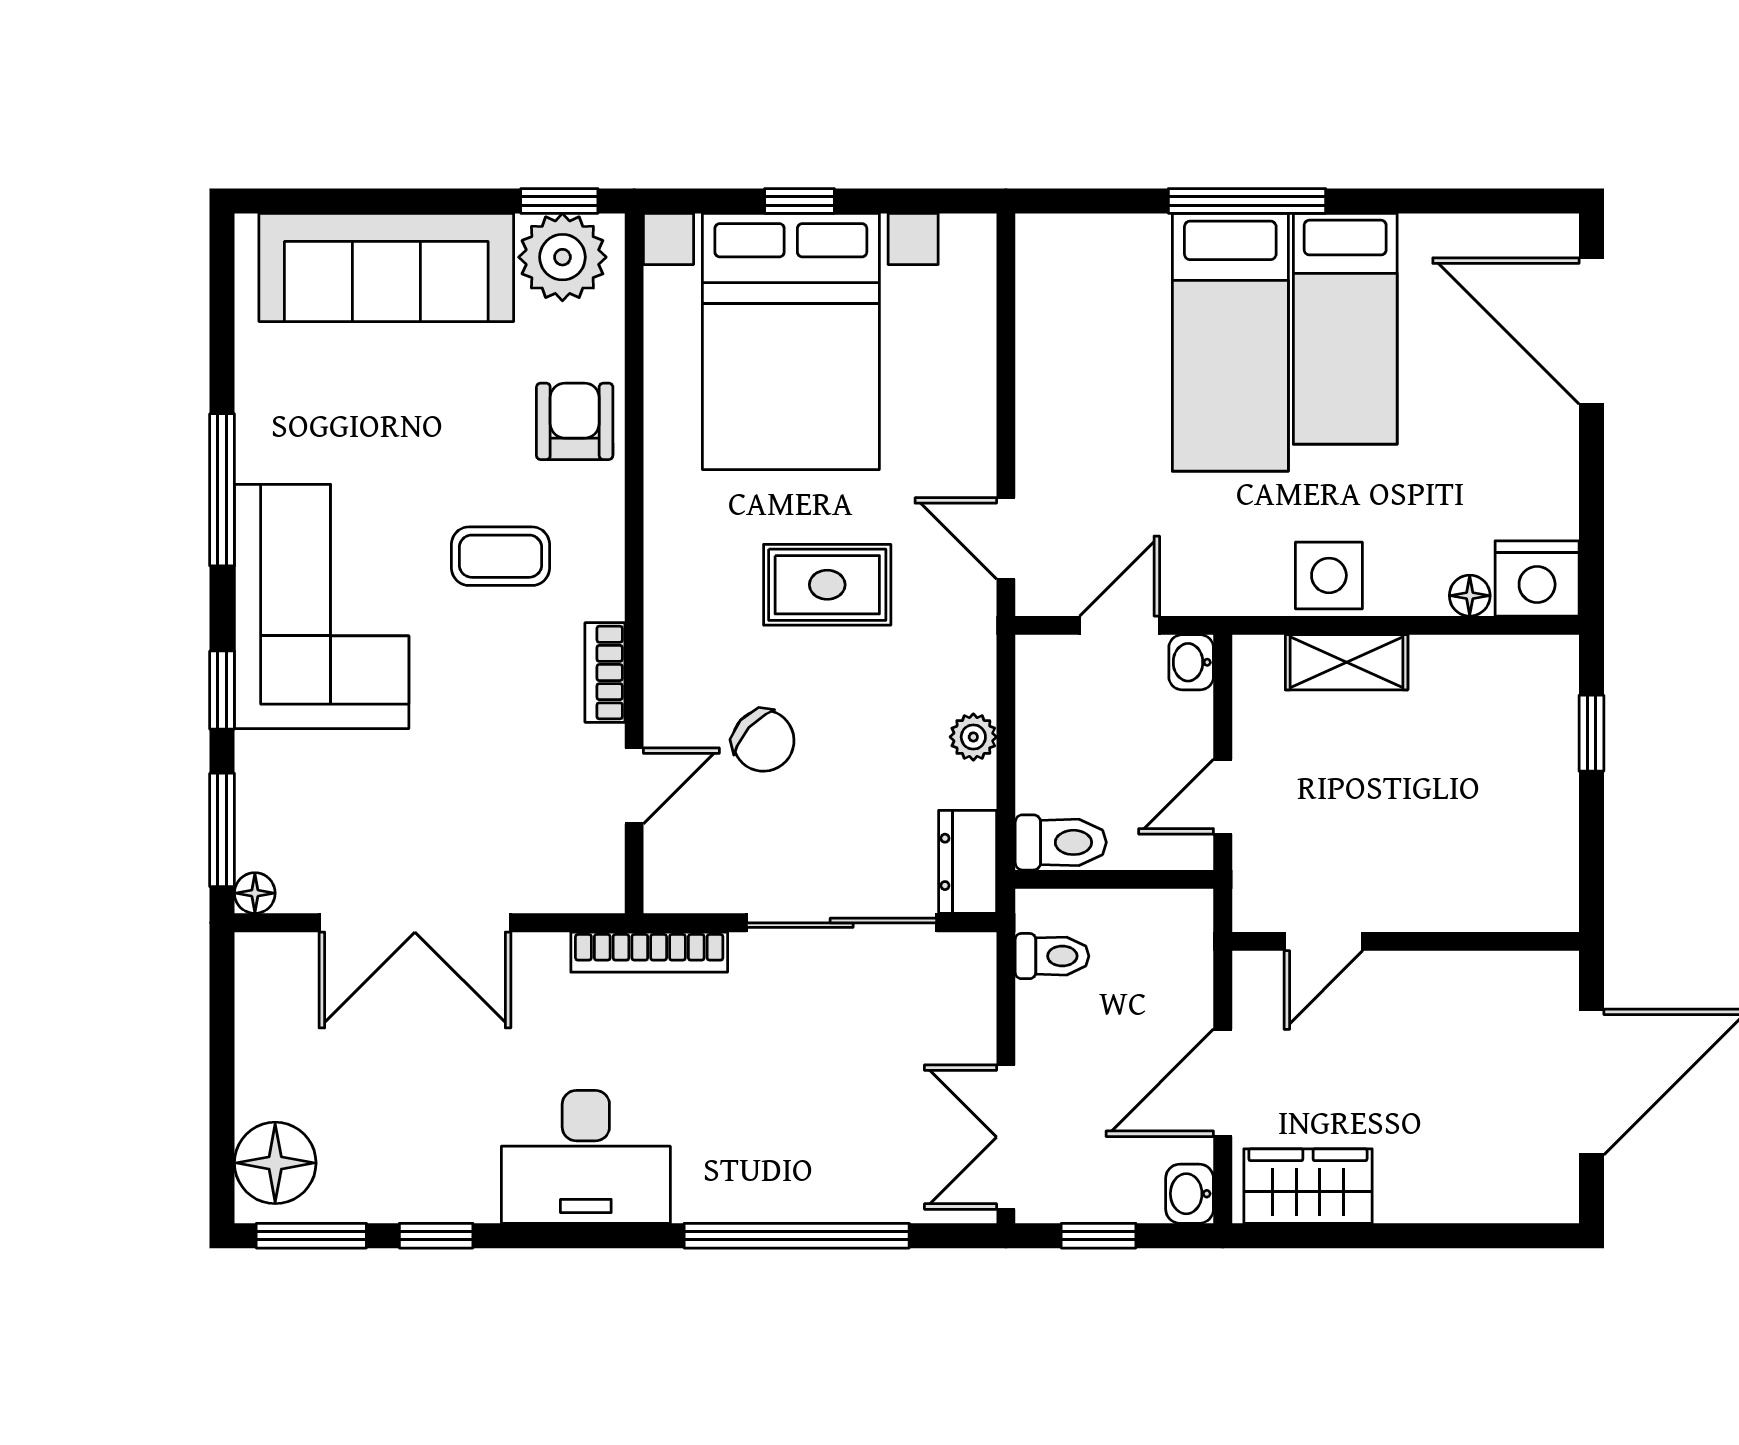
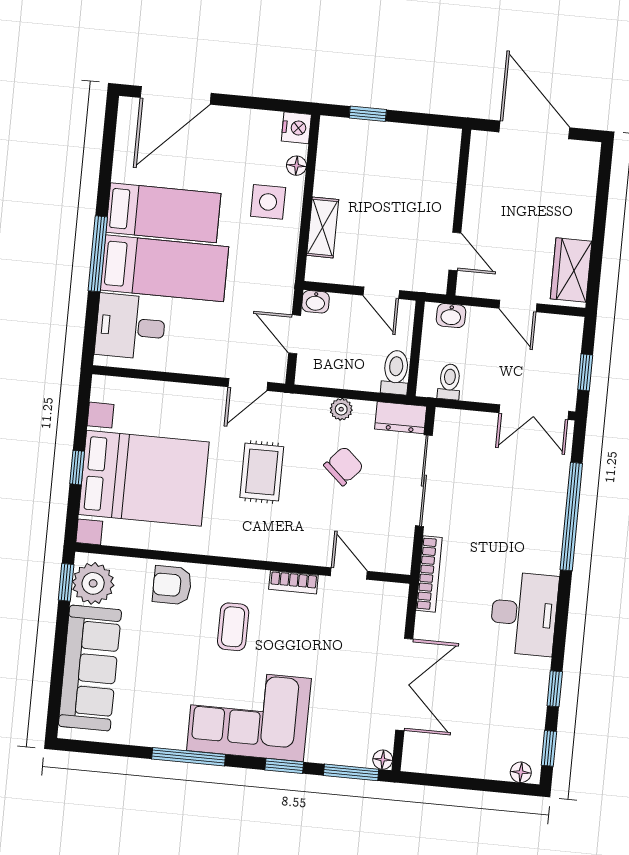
desk: (1102, 283) -> (130, 327), added
side table: (1329, 575) -> (268, 202), moved
nightstand: (1537, 578) -> (296, 128), width x0.74, depth x0.75
chair: (763, 741) -> (344, 466), moved
door: (1223, 1083) -> (518, 306), width x0.73
floor lamp: (275, 1163) -> (521, 772), width x0.53, depth x0.53
washbasin: (1190, 1194) -> (451, 316), moved
window: (311, 1236) -> (549, 748), width x0.67

